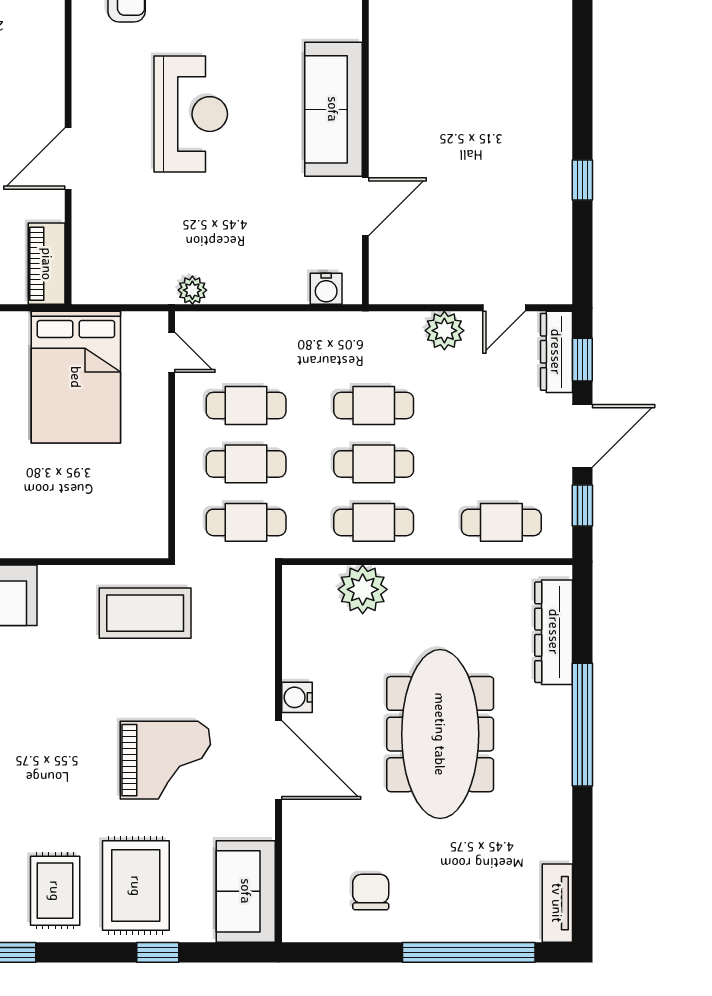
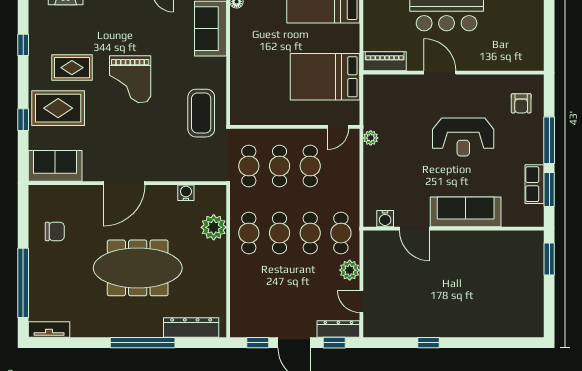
water cooler: (326, 289) -> (385, 219), moved, turned -90
cafe table: (501, 522) -> (341, 233), moved
water cooler: (297, 697) -> (186, 193), moved
grand piano: (165, 760) -> (130, 79), moved
rug: (55, 891) -> (72, 68), moved

